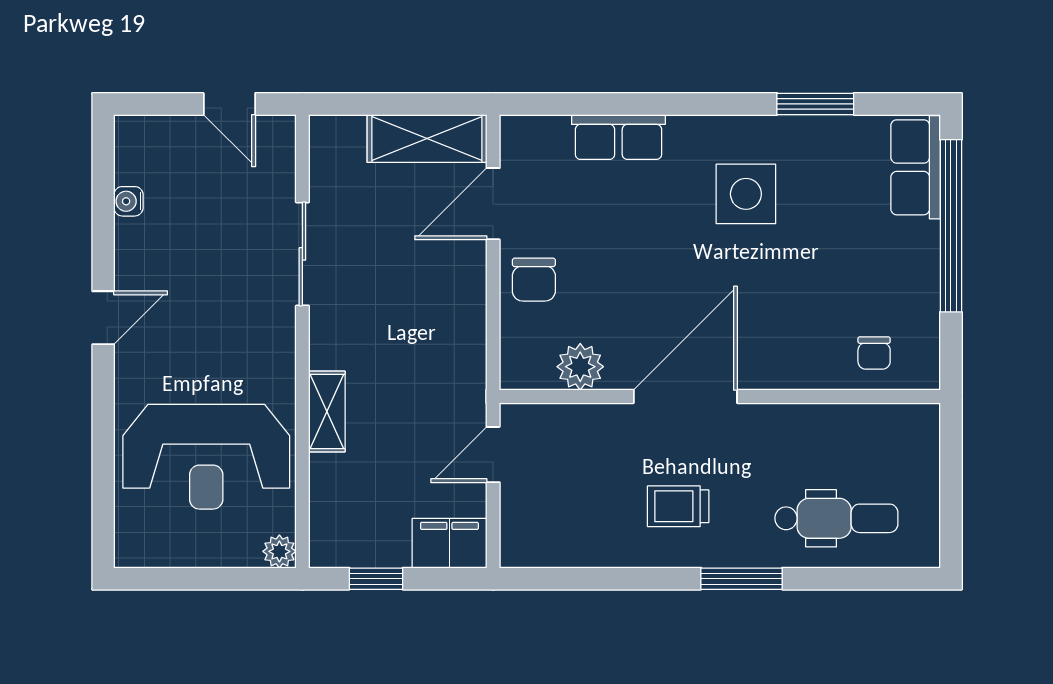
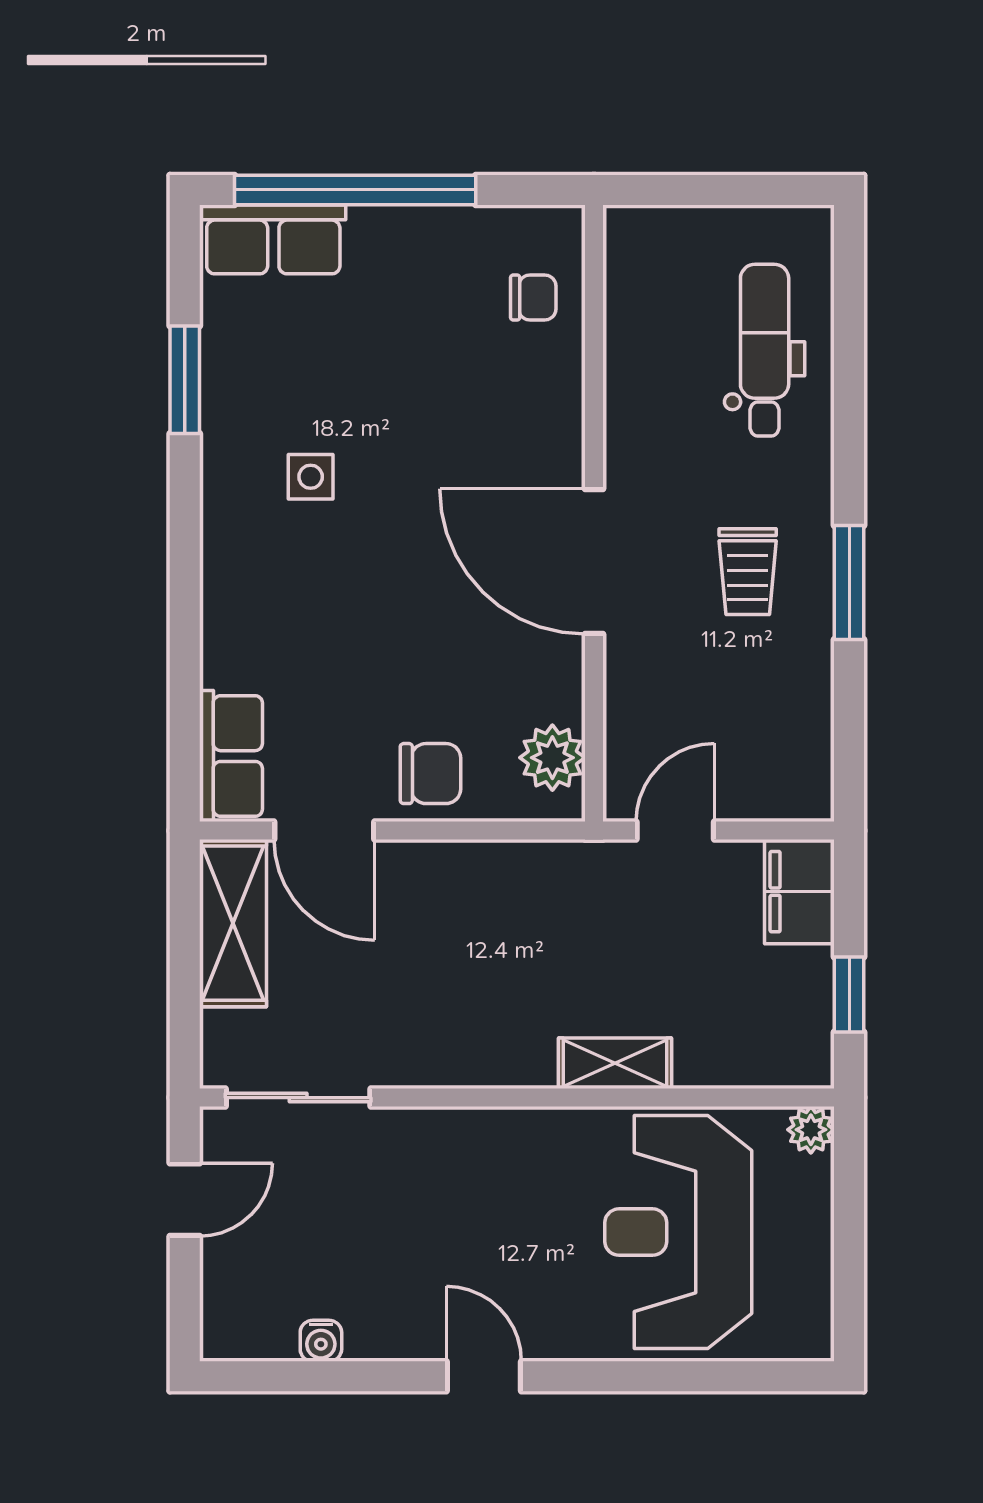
row of seats: (618, 137) -> (231, 756), moved
side table: (746, 194) -> (311, 477), width x0.54, depth x0.54
sliding door: (302, 254) -> (298, 1098), moved
plant: (580, 367) -> (552, 758), moved
door: (493, 455) -> (675, 831), swing flipped
reception desk: (206, 457) -> (678, 1232), turned 180
window: (742, 579) -> (849, 583), moved

